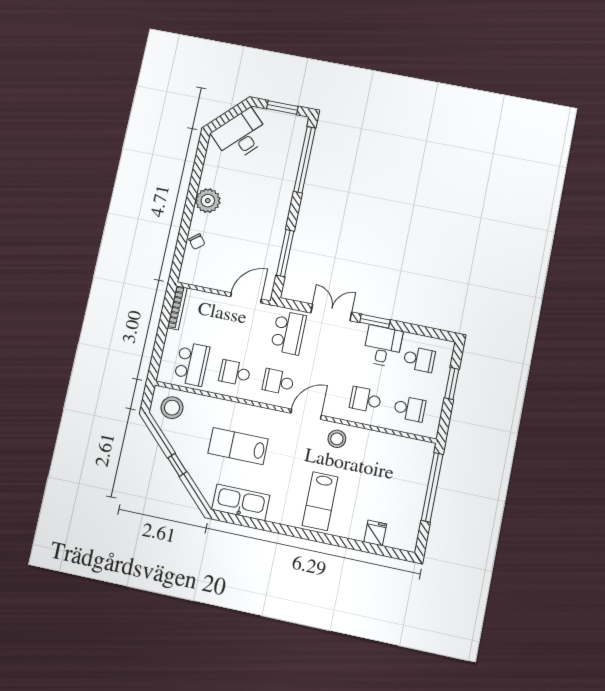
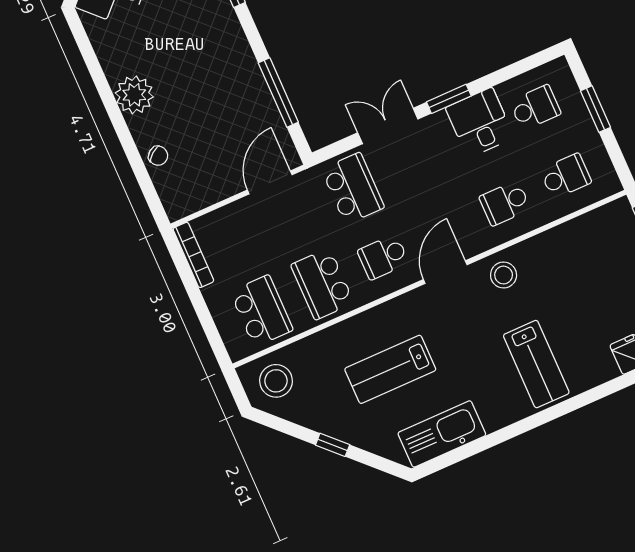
school desk: (235, 373) -> (322, 284), width x1.85

